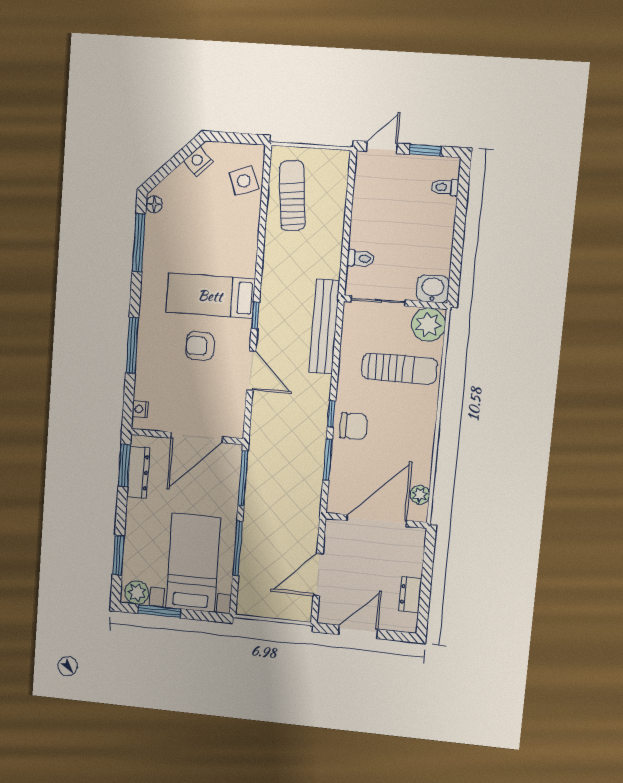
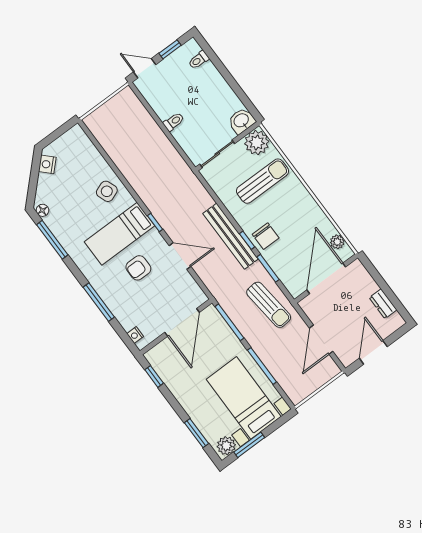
door: (382, 147) -> (145, 68), hinge flipped
side table: (244, 181) -> (107, 191), moved
sun lounger: (292, 196) -> (269, 305), moved, turned 180
toilet: (361, 258) -> (174, 122), moved
bench: (324, 326) -> (231, 236), moved
chair: (354, 426) -> (266, 236), turned 90
window: (124, 465) -> (154, 376), width x0.67
dresser: (138, 472) -> (166, 373), removed

